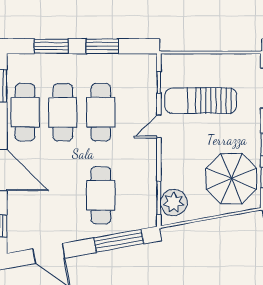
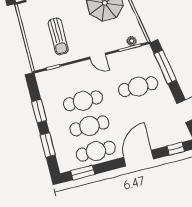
sun lounger: (201, 101) -> (58, 36), width x0.73, depth x0.75
door: (159, 126) -> (98, 56), moved
plant: (174, 203) -> (132, 41), width x0.53, depth x0.53

